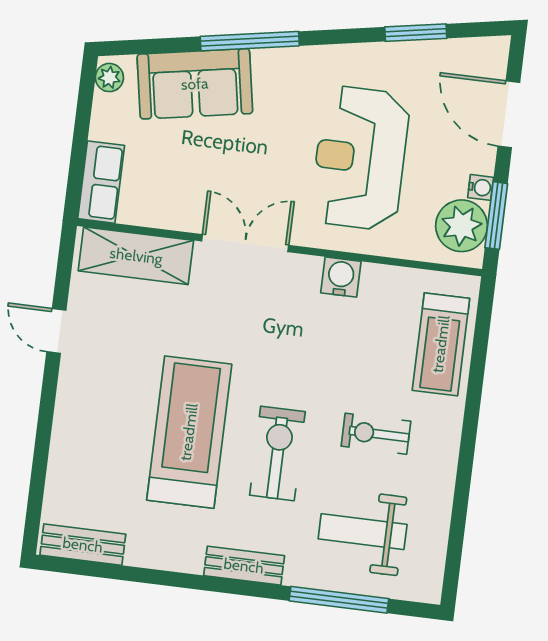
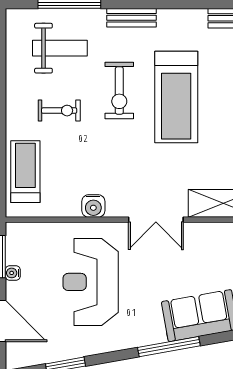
reception desk: (360, 158) -> (91, 282), turned 180
plant: (462, 226) -> (22, 247), removed

